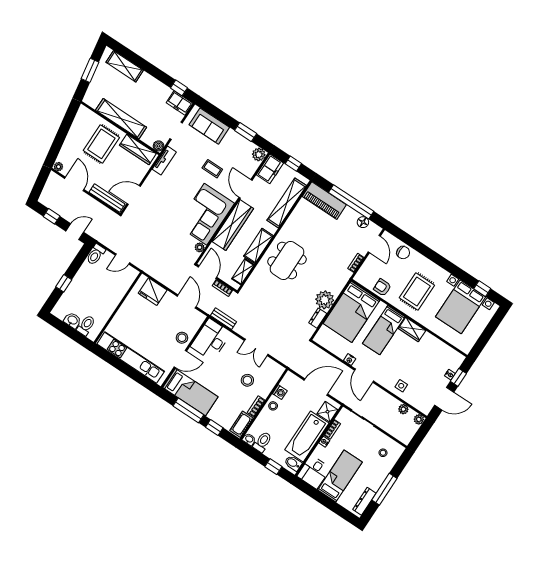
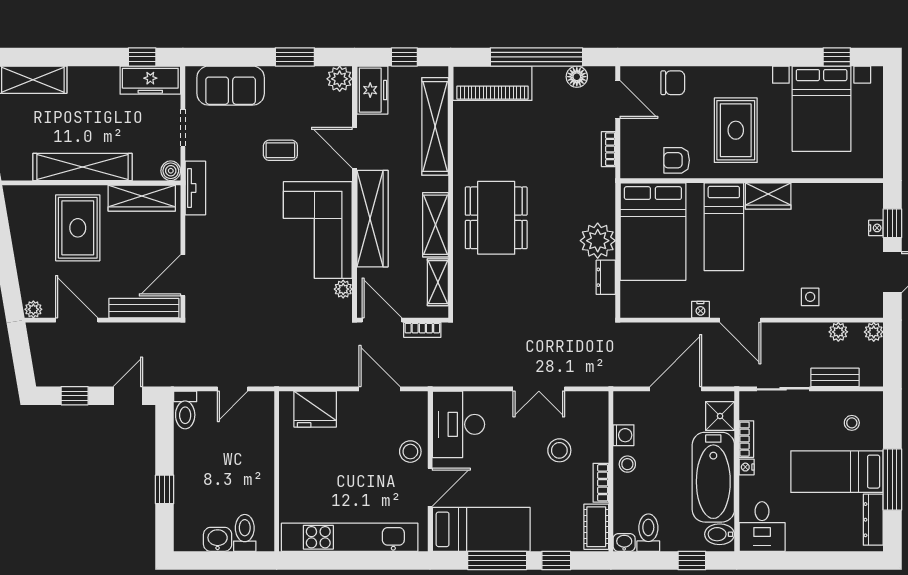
freezer: (180, 103) -> (150, 80), width x1.40
bench: (223, 319) -> (835, 377), moved
bed: (340, 476) -> (837, 472), moved, turned -90

